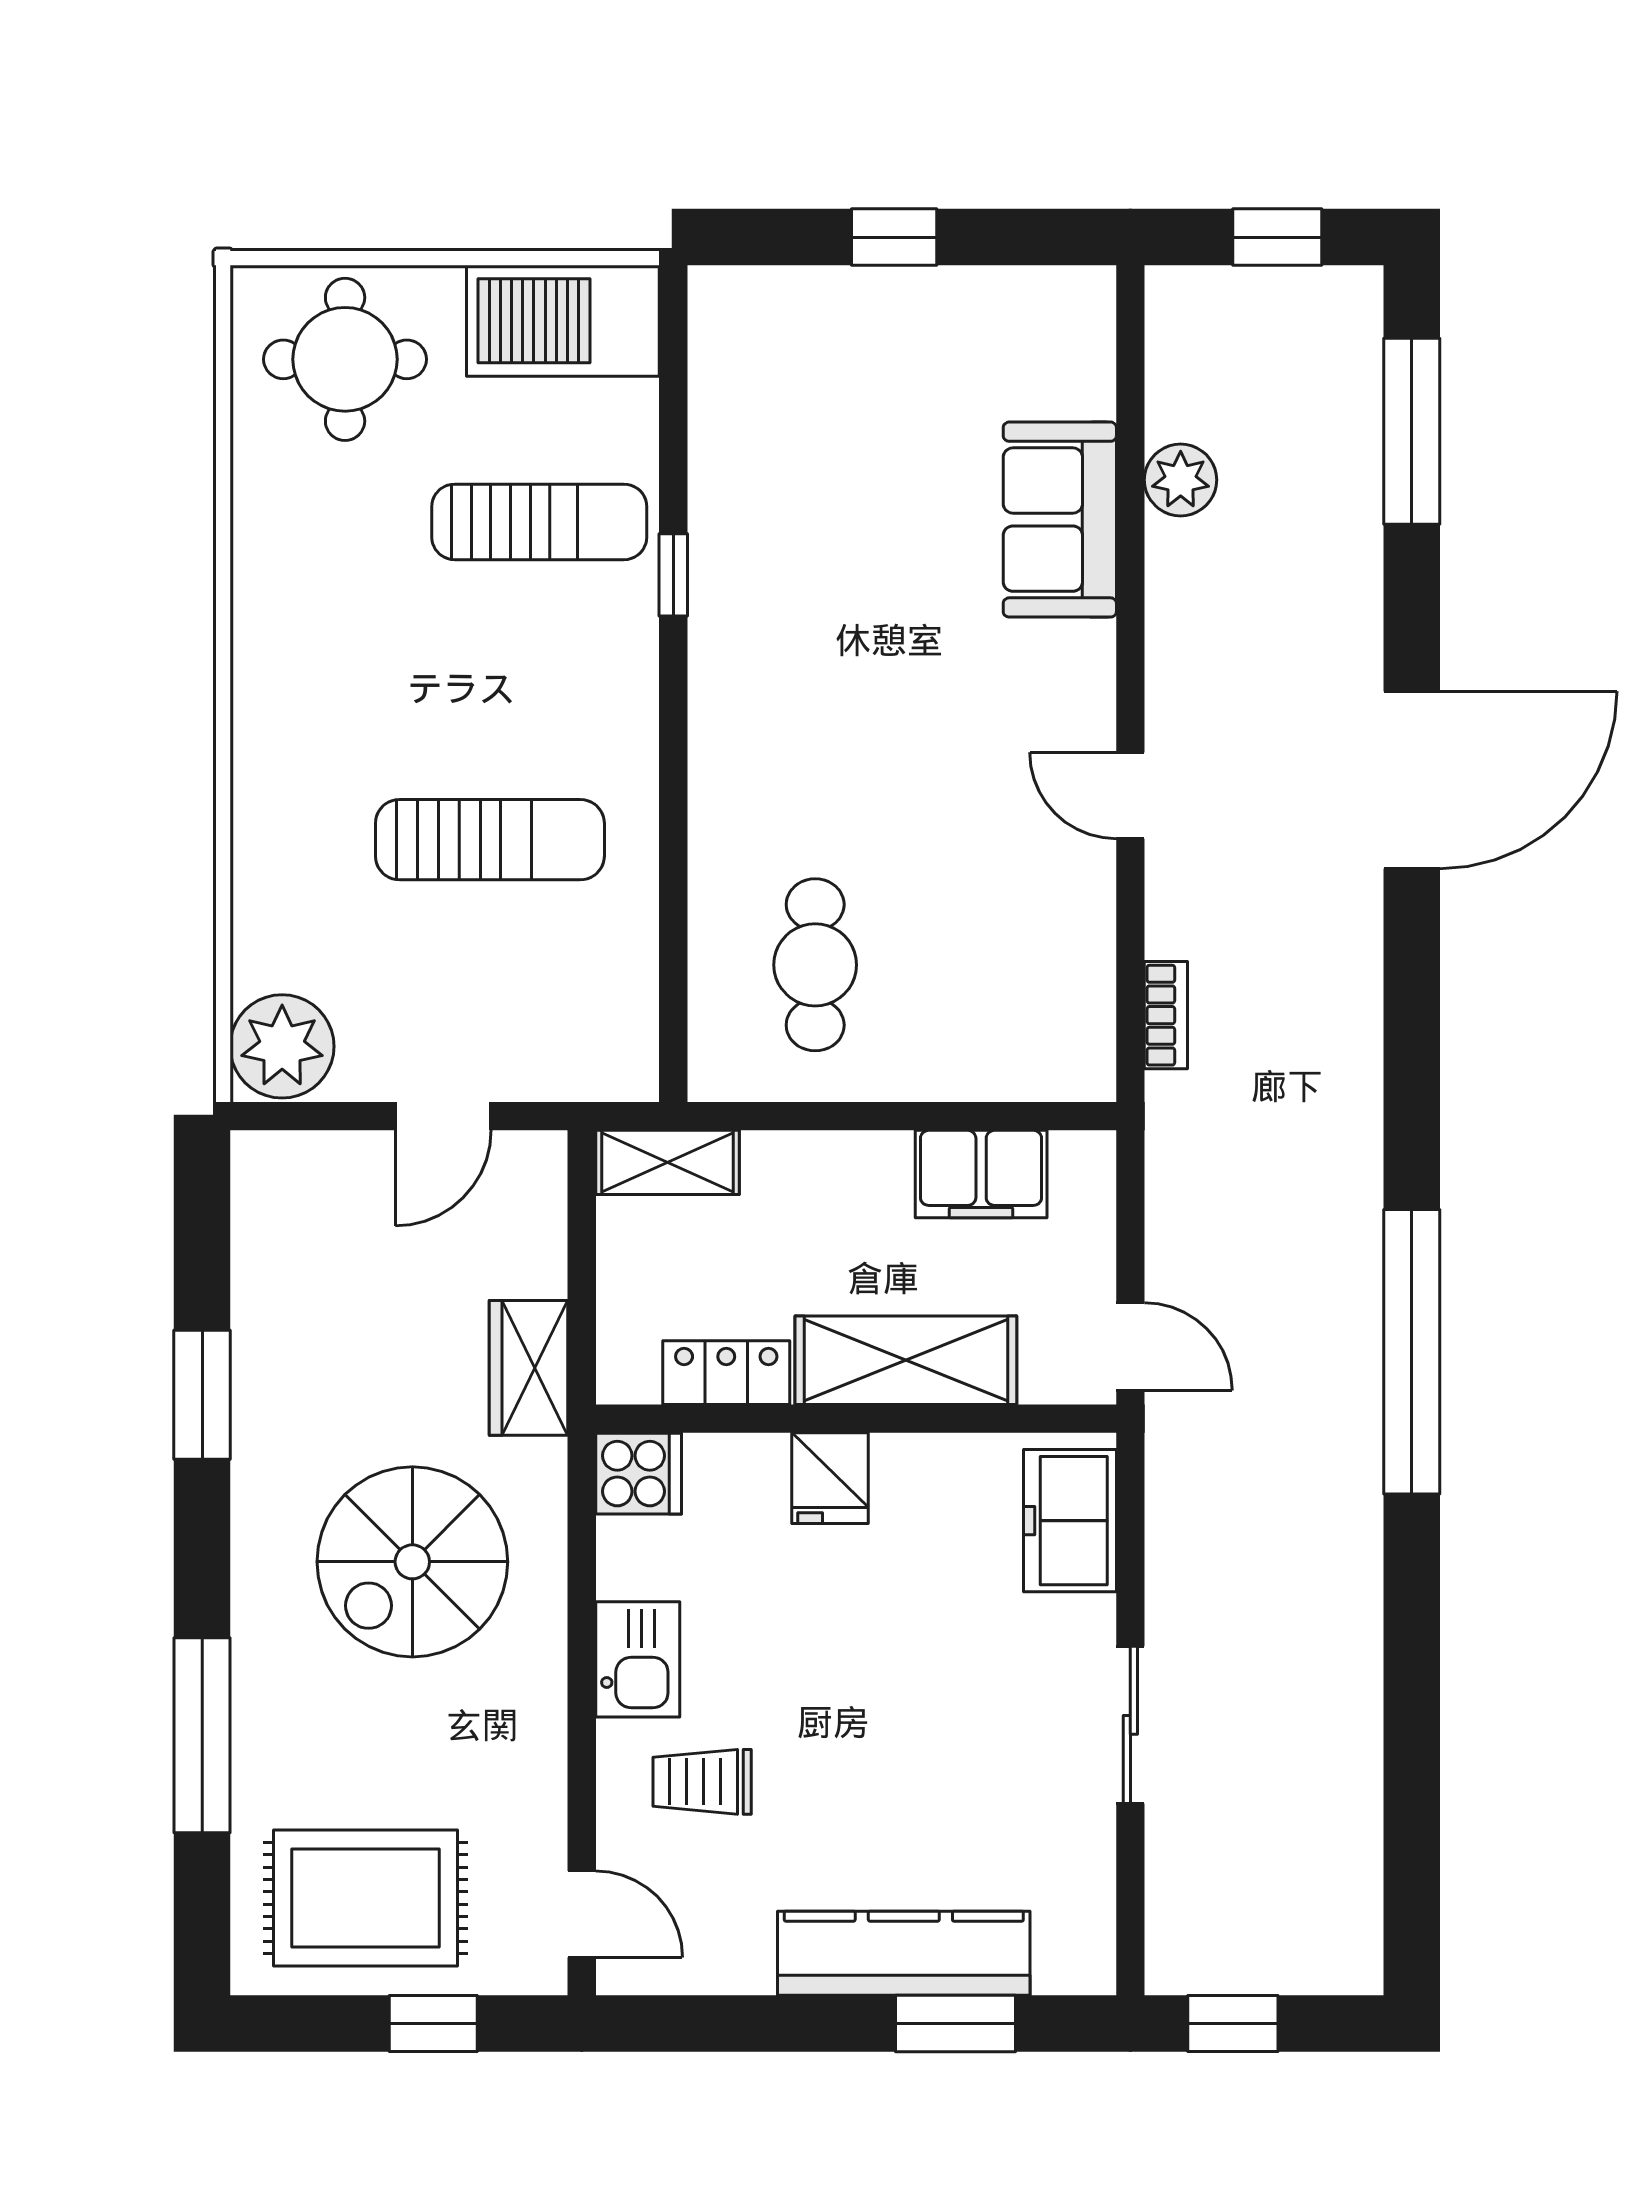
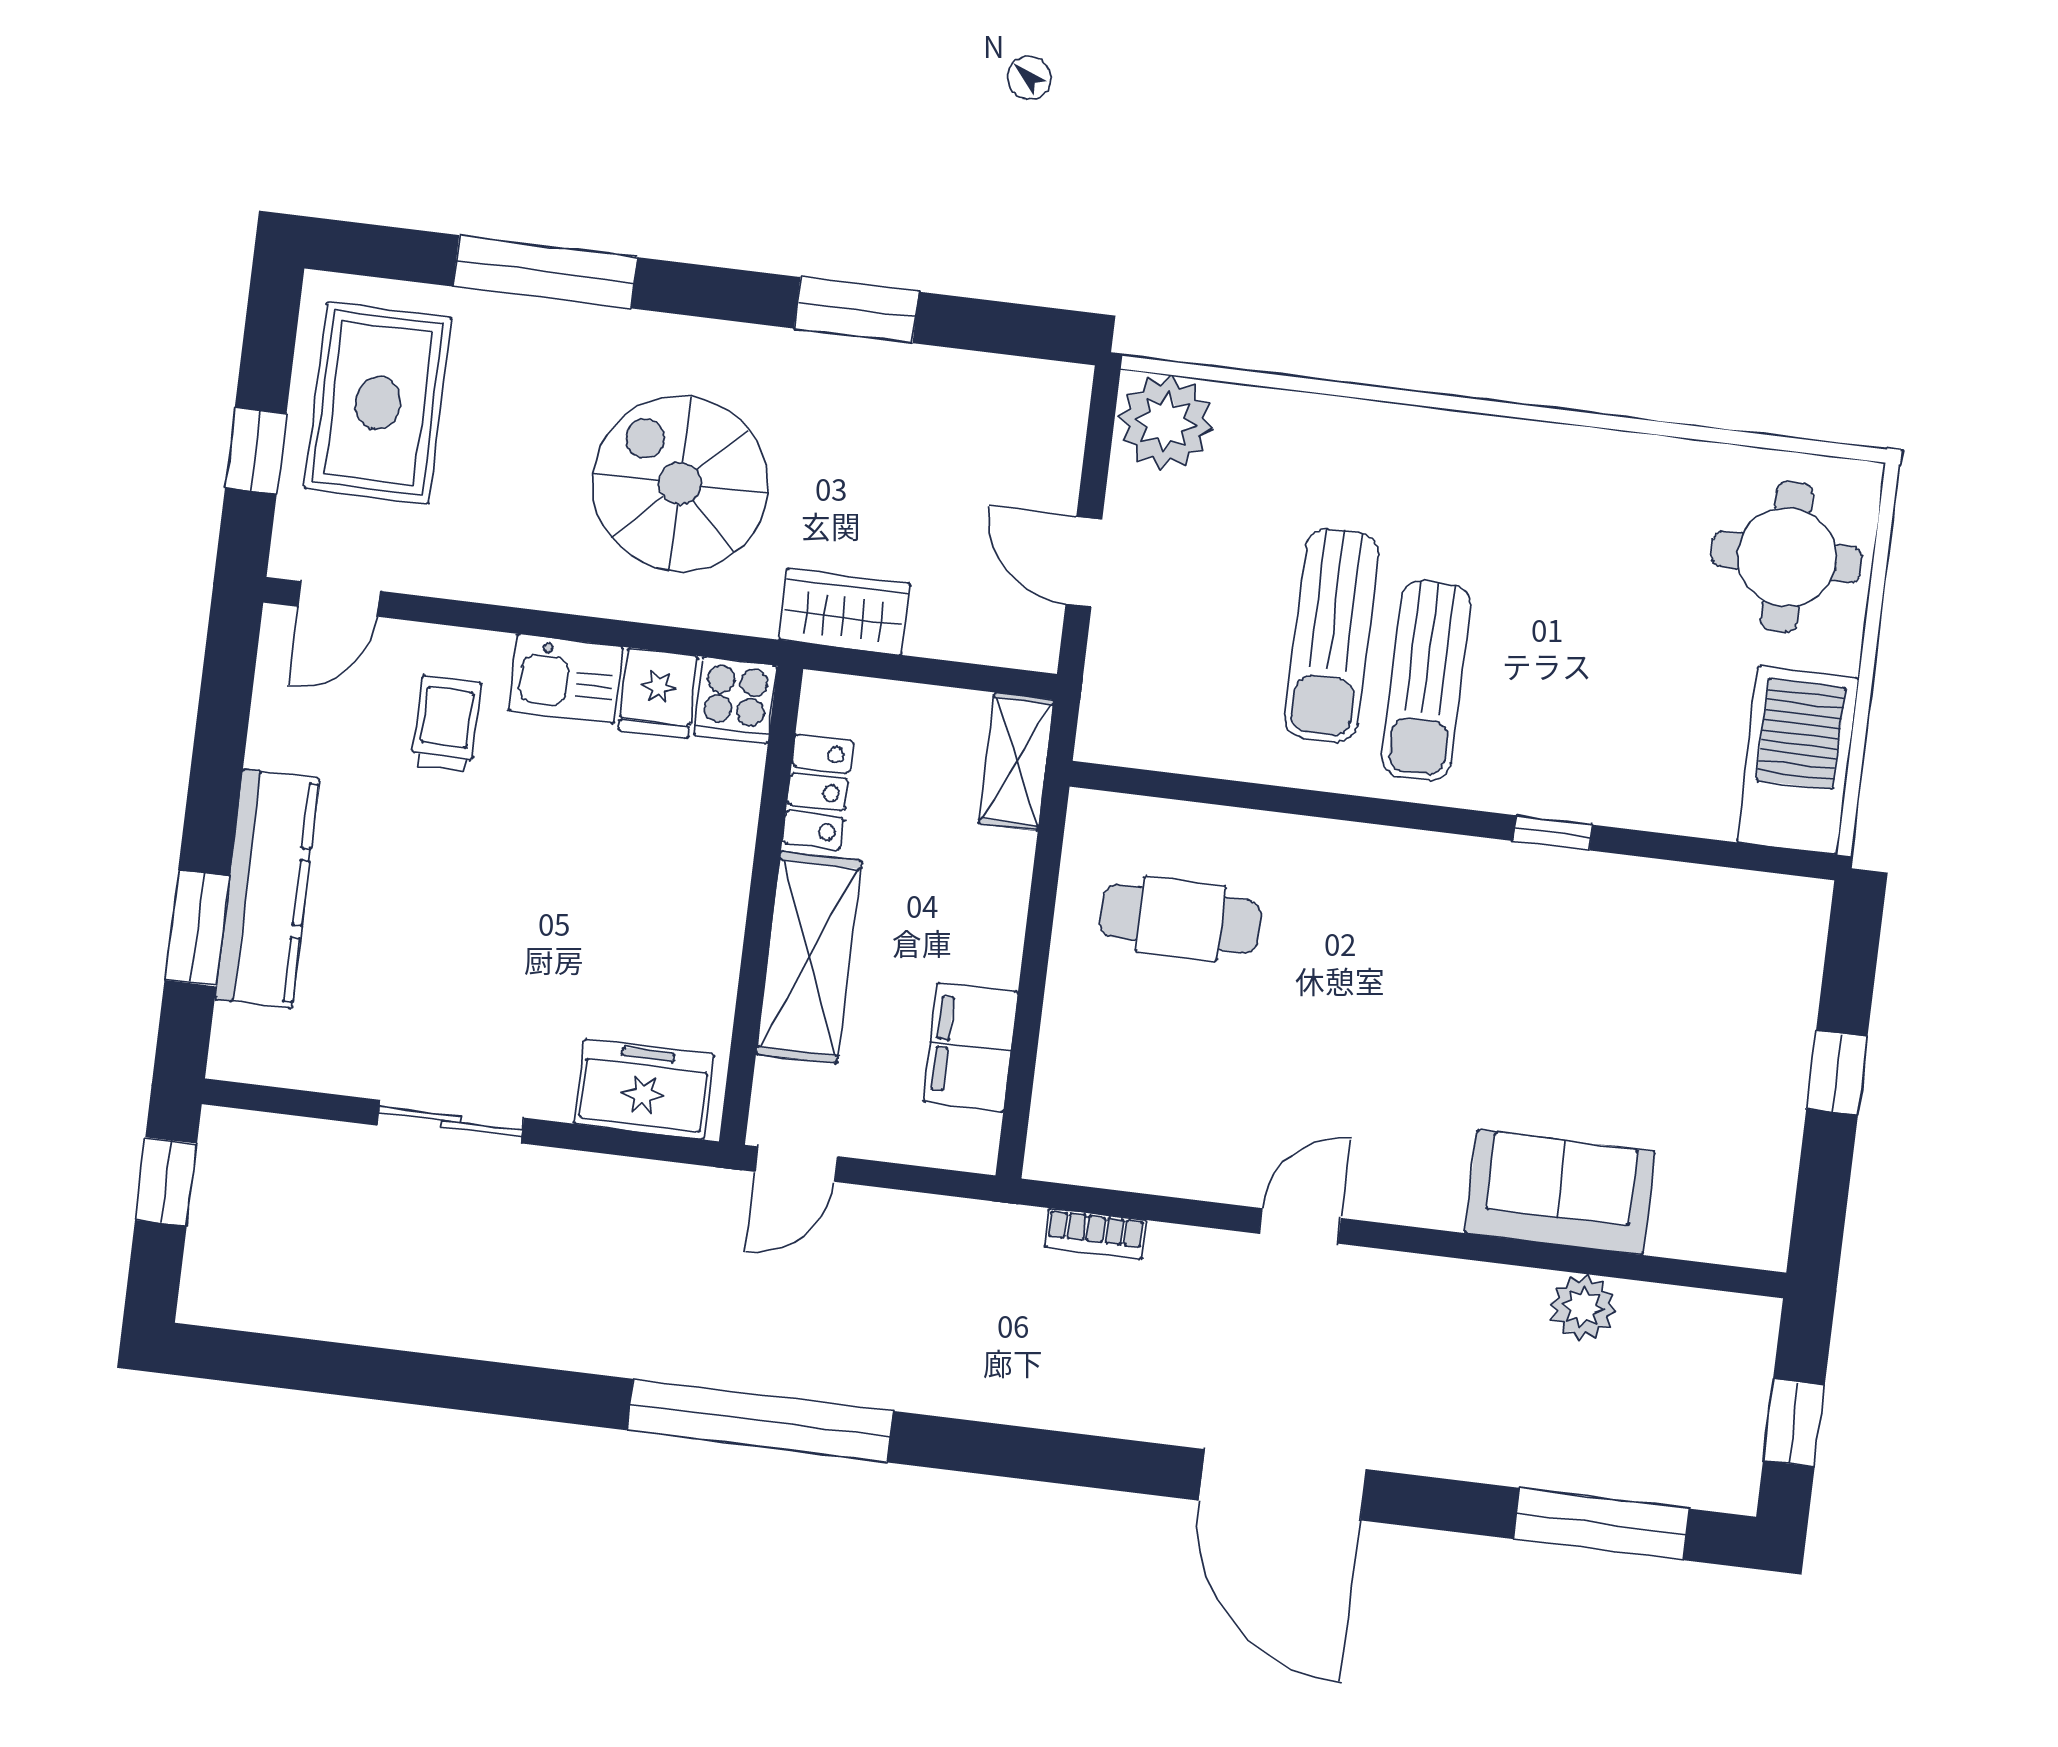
sun lounger: (539, 522) -> (1426, 681), moved
fridge: (830, 1478) -> (658, 693), moved, turned -90

